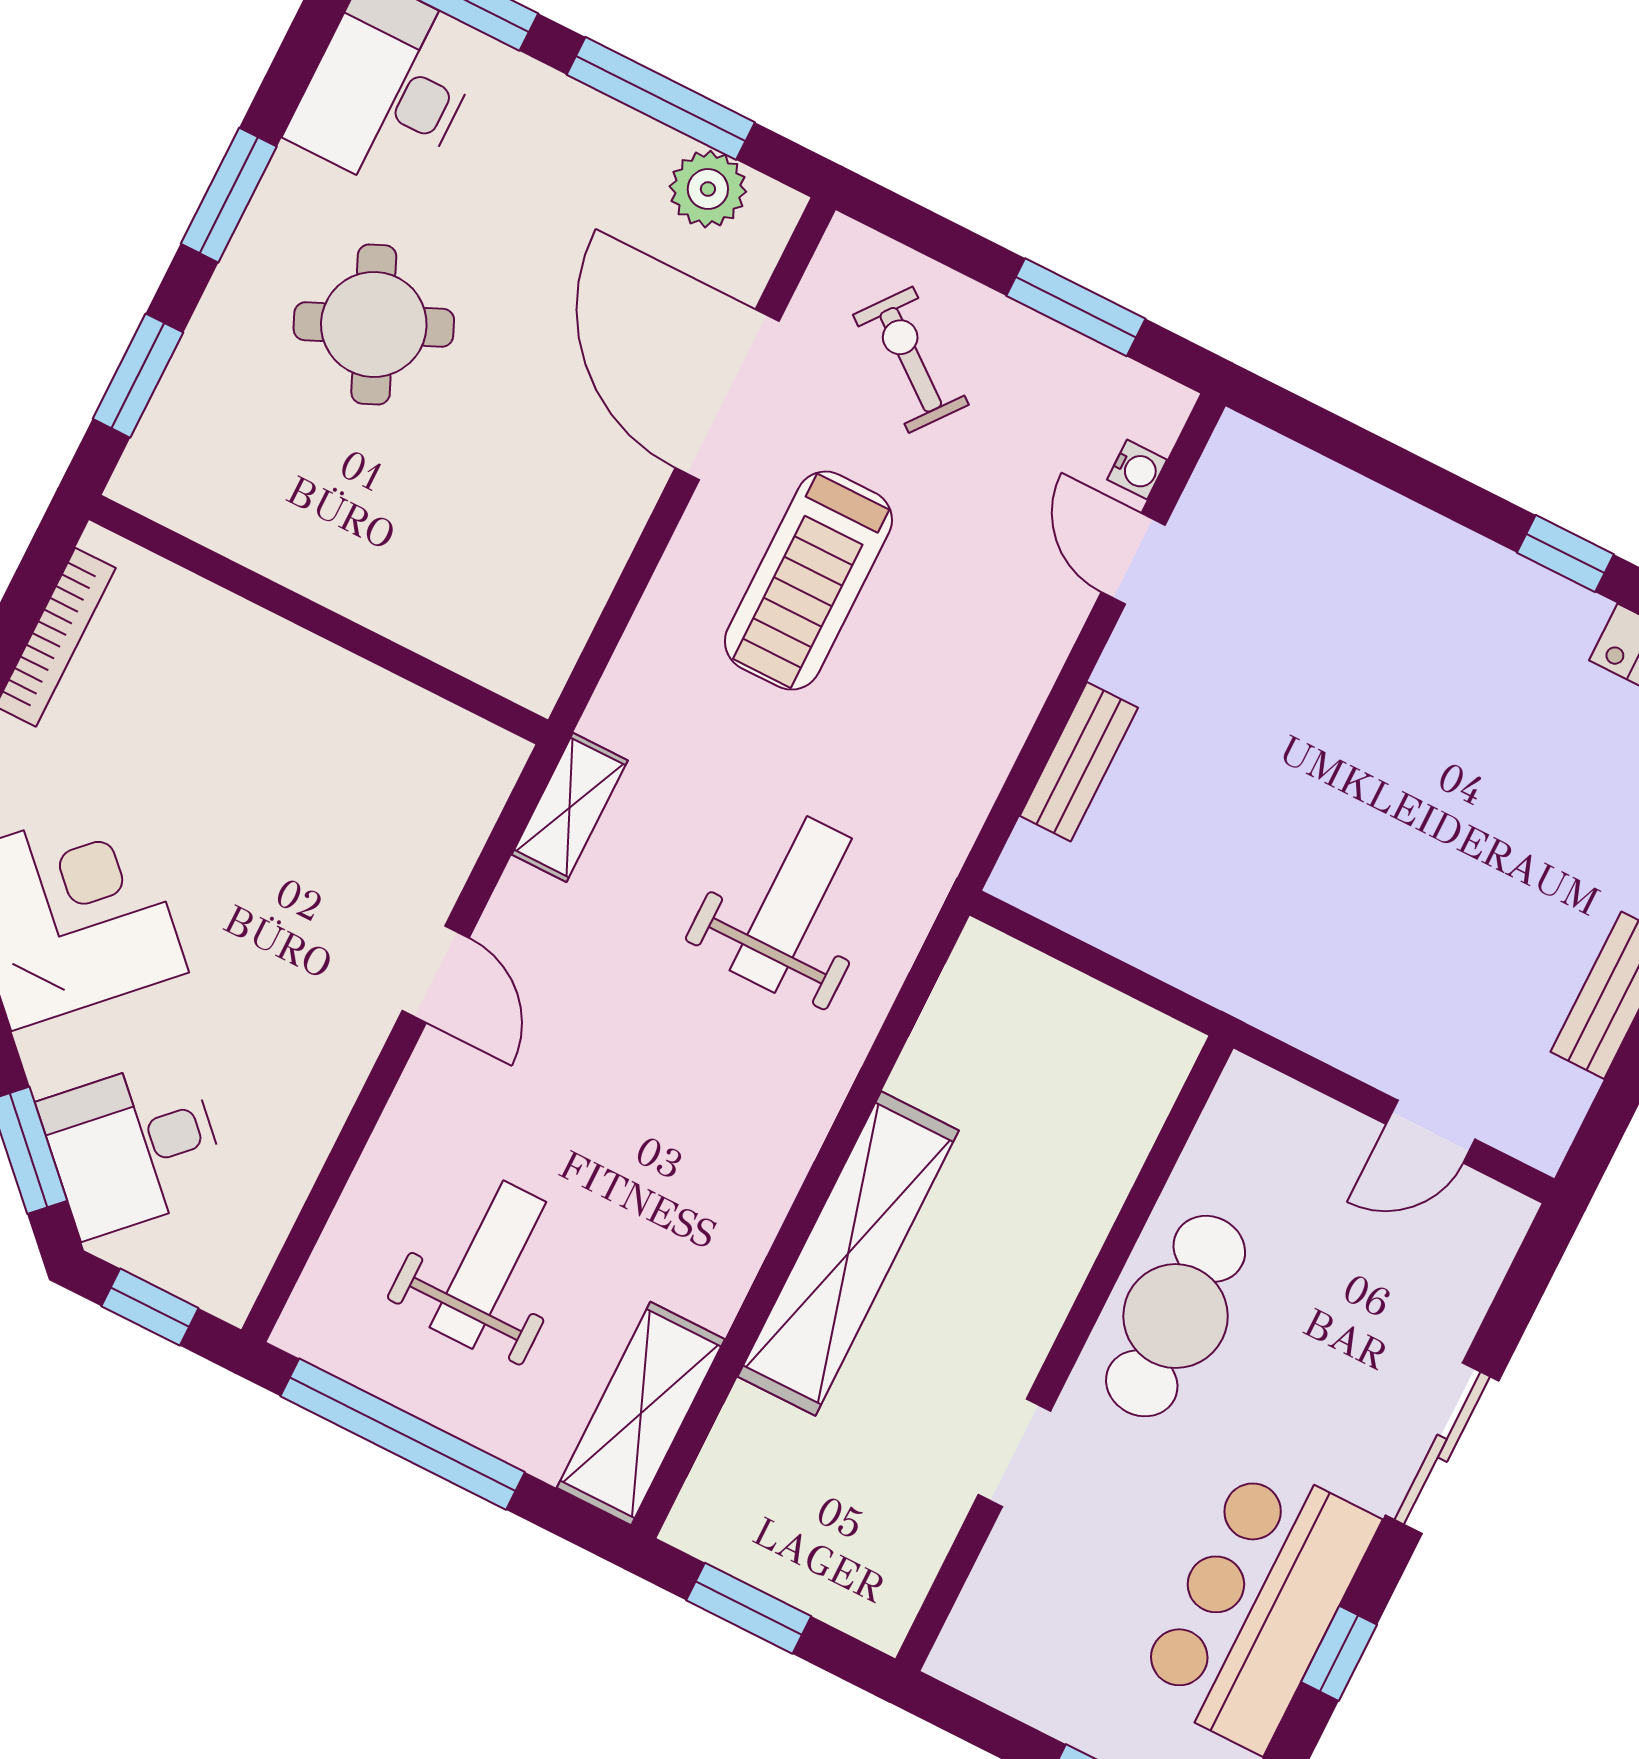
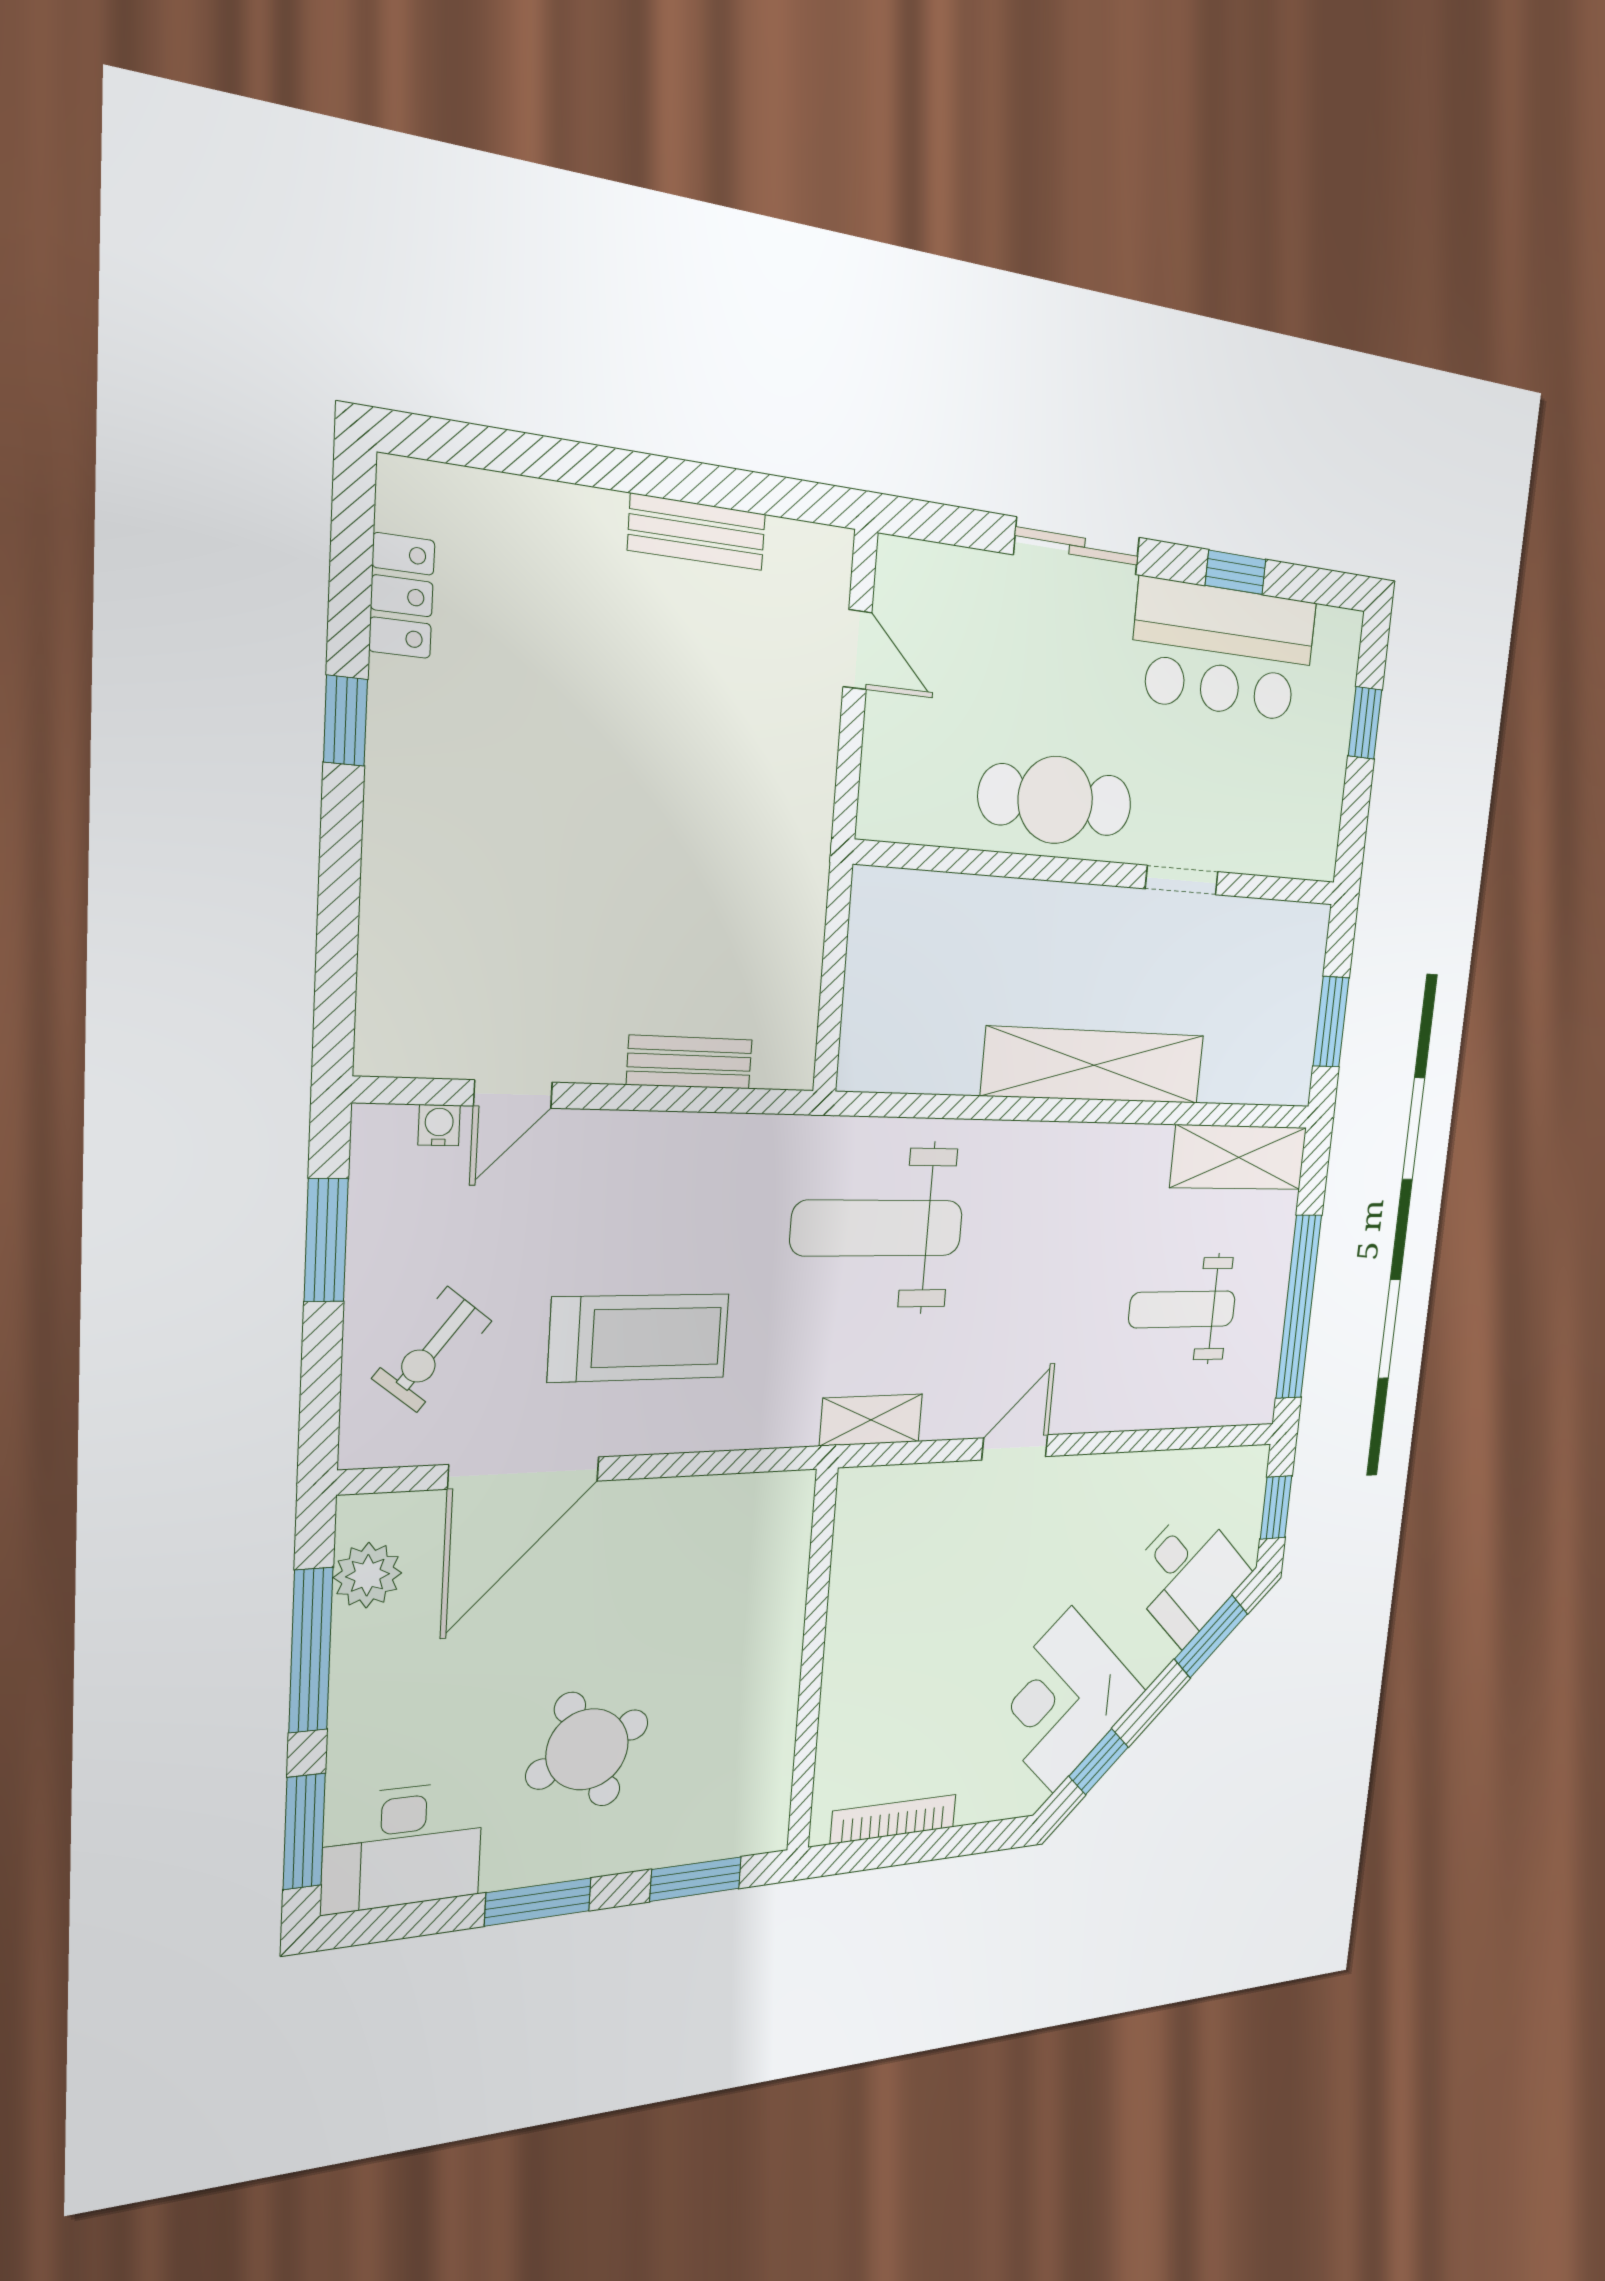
weight bench: (791, 904) -> (877, 1228), width x1.36, depth x1.33

